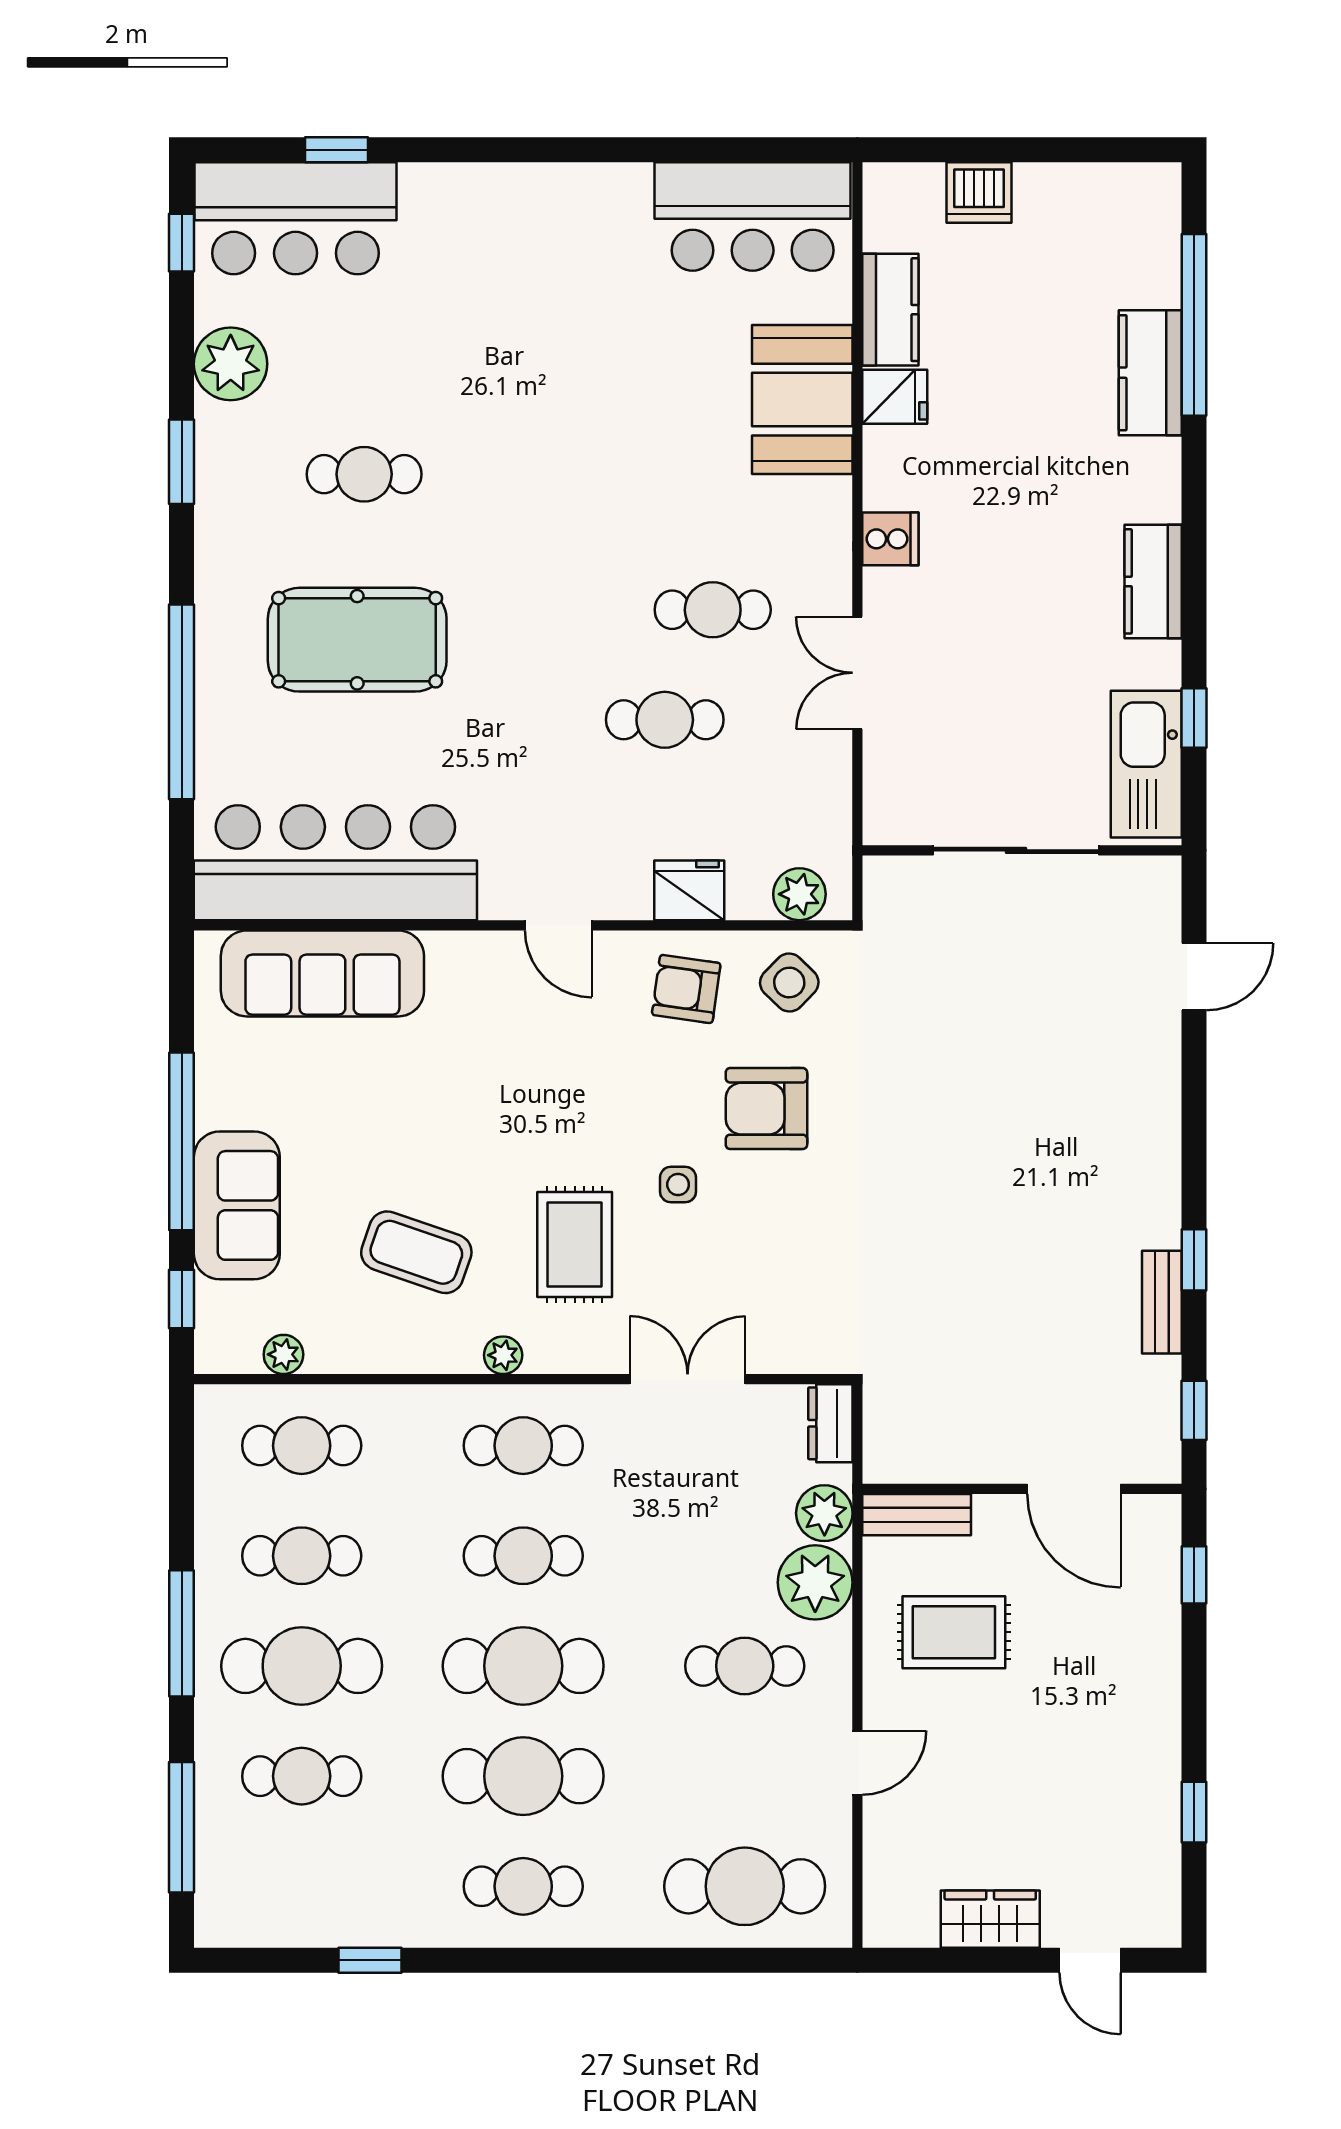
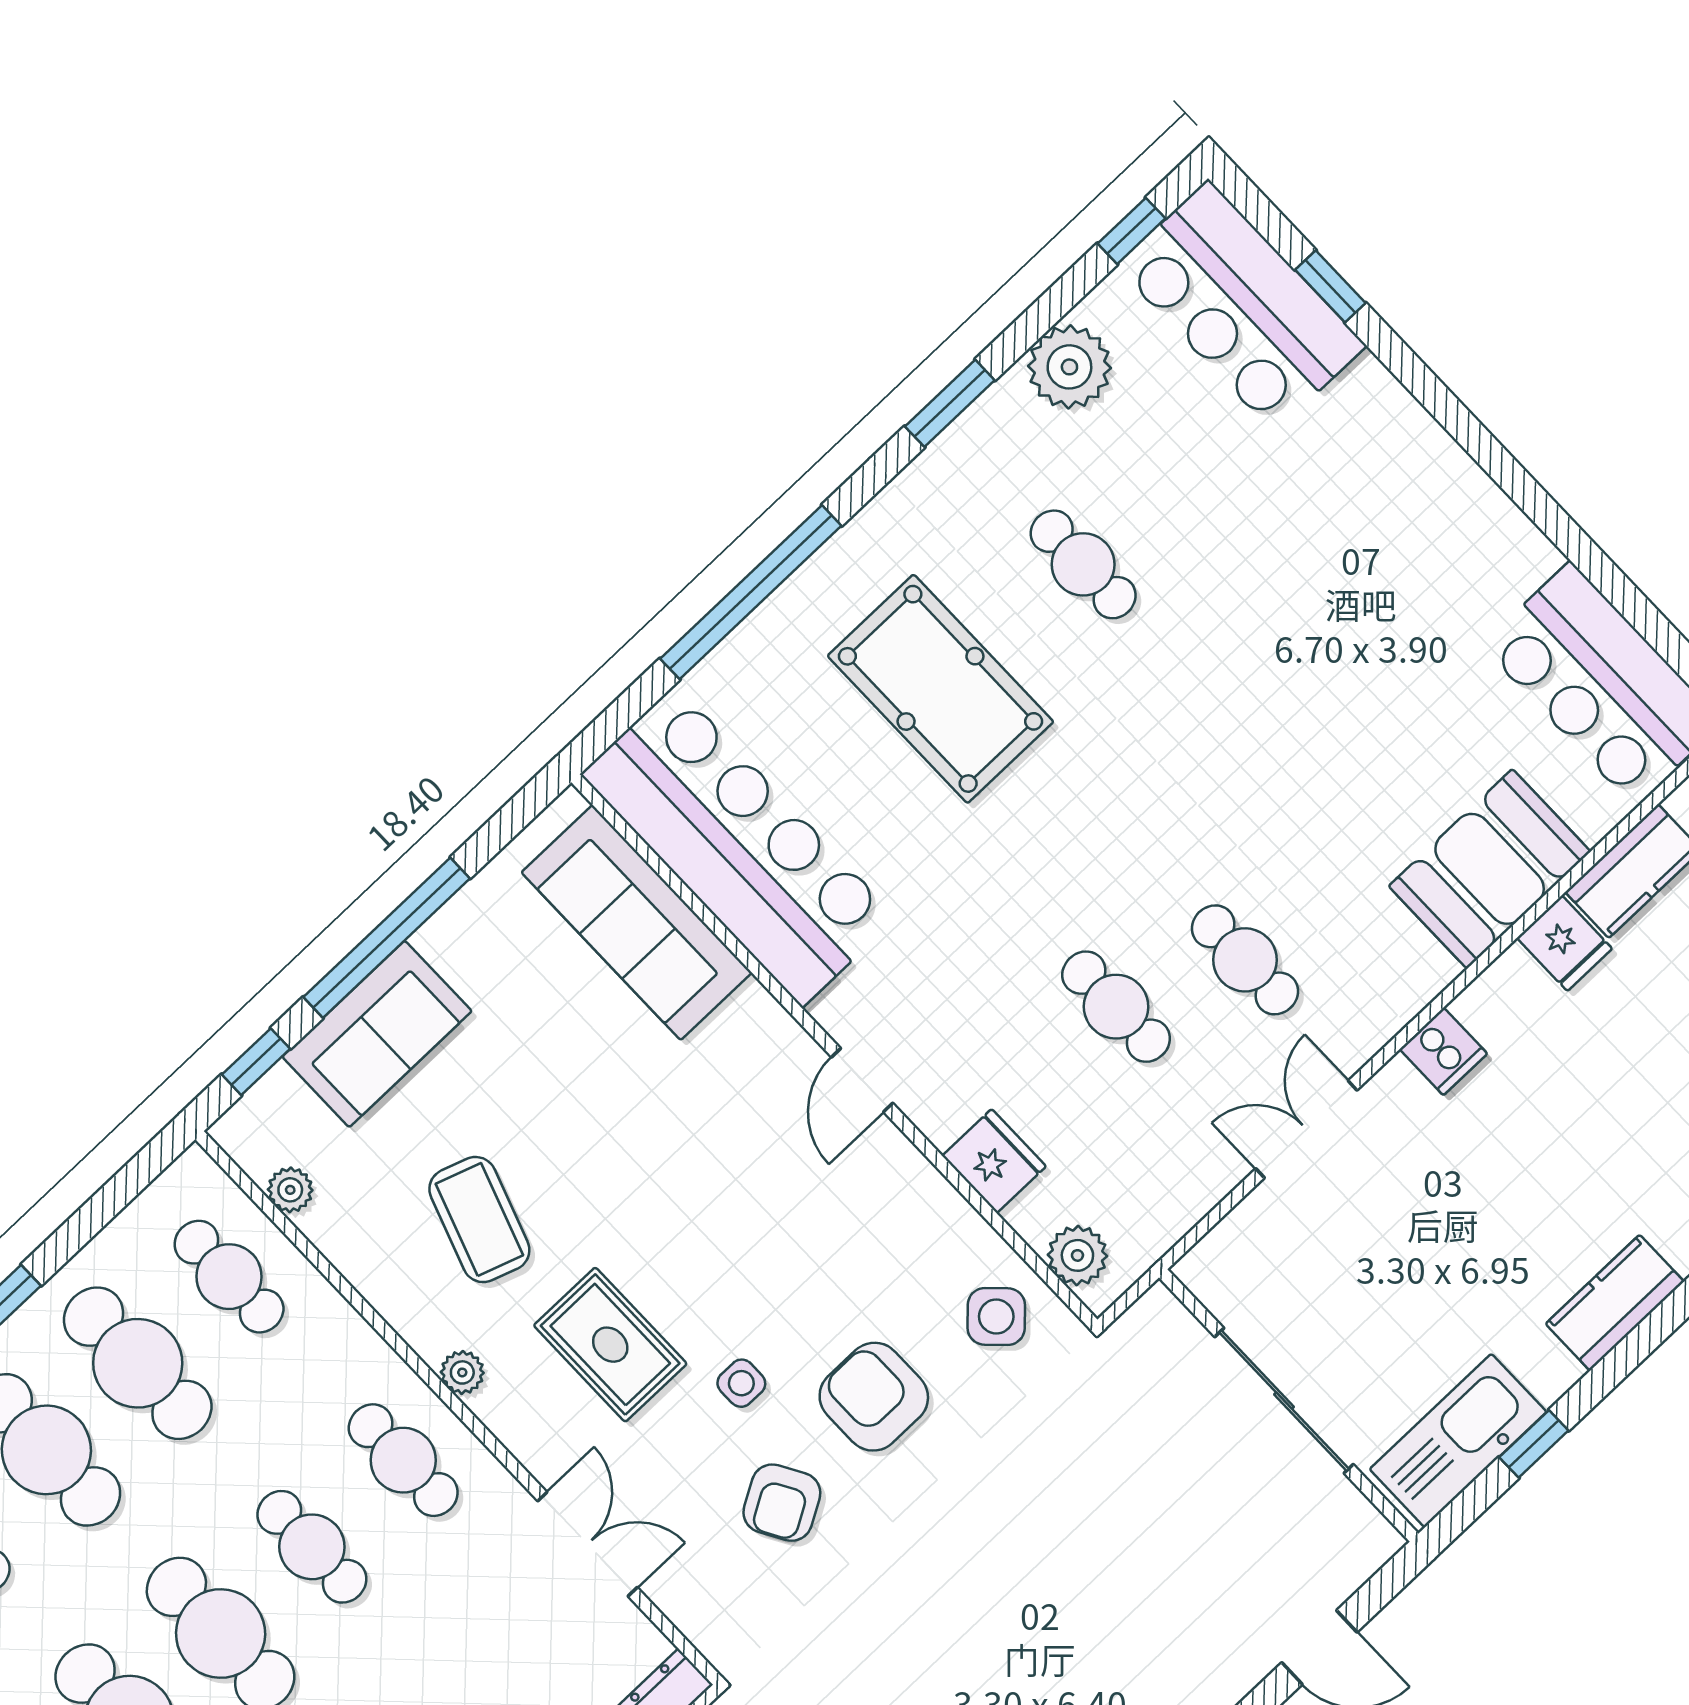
armchair: (686, 989) -> (782, 1503), moved, turned -128
rug: (575, 1245) -> (610, 1345), turned 90
cafe table: (302, 1556) -> (138, 1363), width x1.37, depth x1.35

